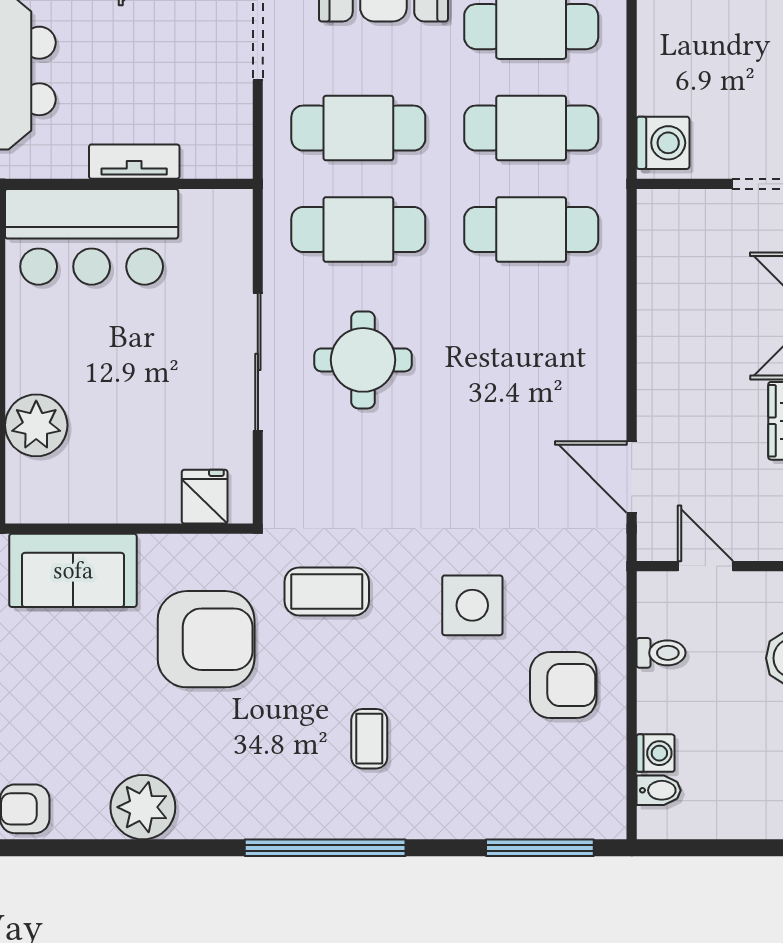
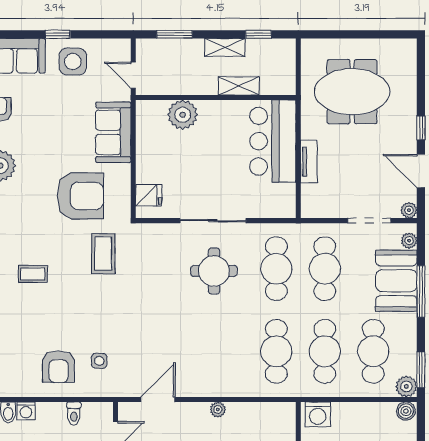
plant: (653, 352) -> (218, 409), added
side table: (472, 605) -> (99, 361), moved, width x0.54, depth x0.54
armchair: (206, 639) -> (80, 196), turned -90

